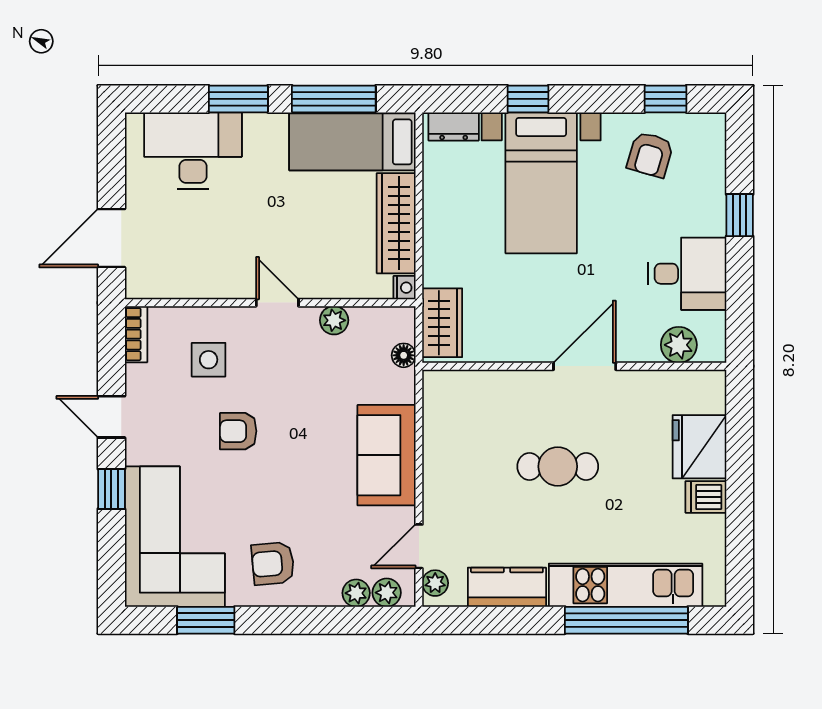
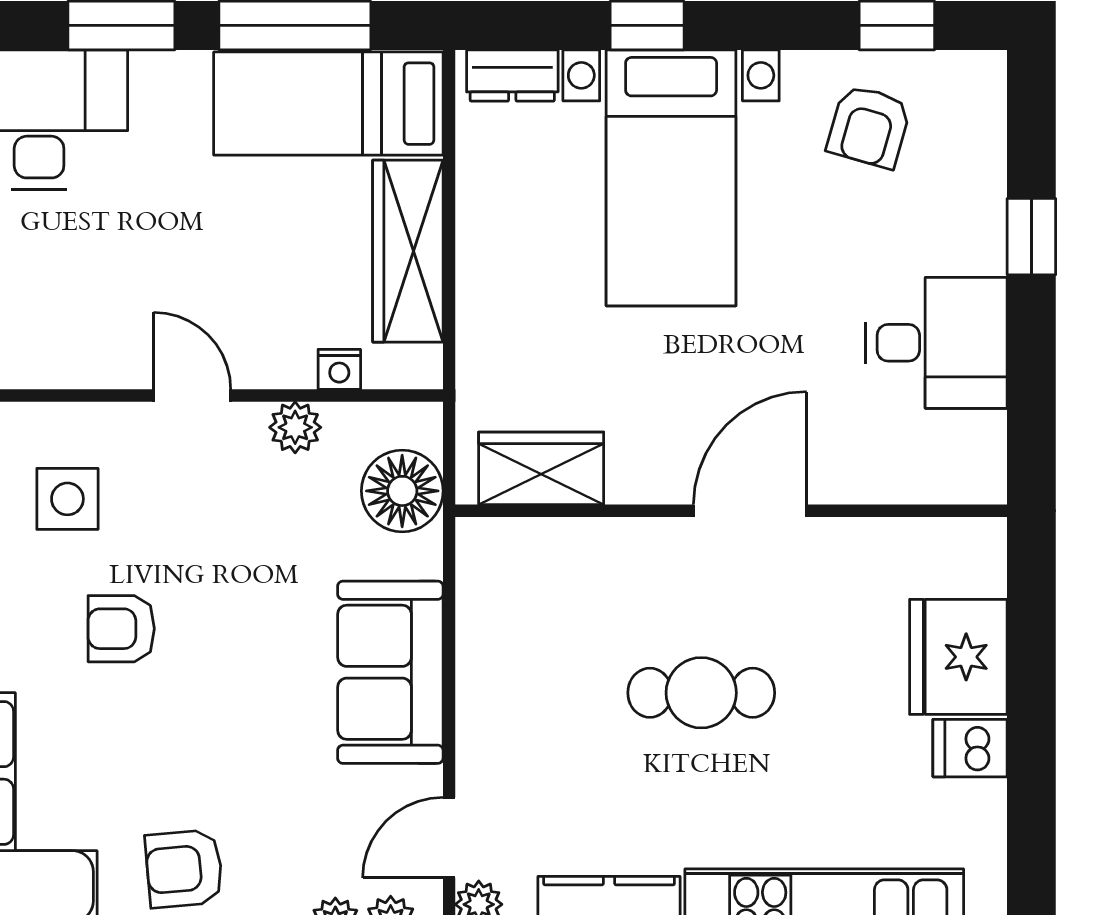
nightstand: (404, 288) -> (339, 369), moved, turned 90
wardrobe: (442, 323) -> (541, 468), moved, turned -90
plant: (679, 345) -> (921, 472), removed
floor lamp: (404, 355) -> (402, 491), width x1.89, depth x1.89

